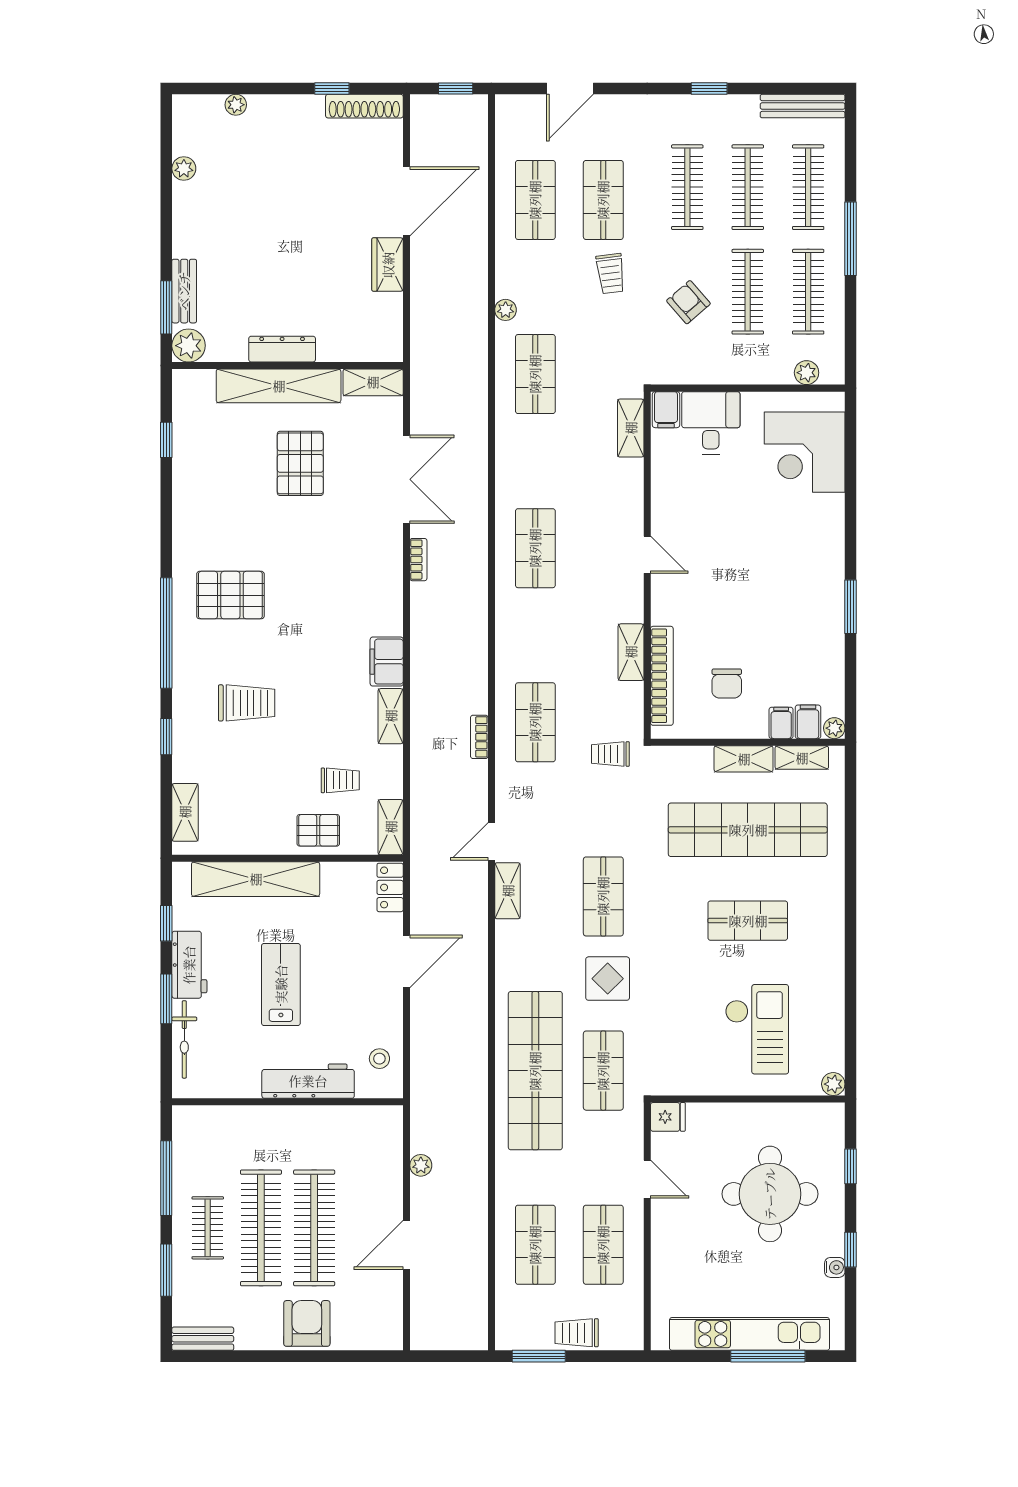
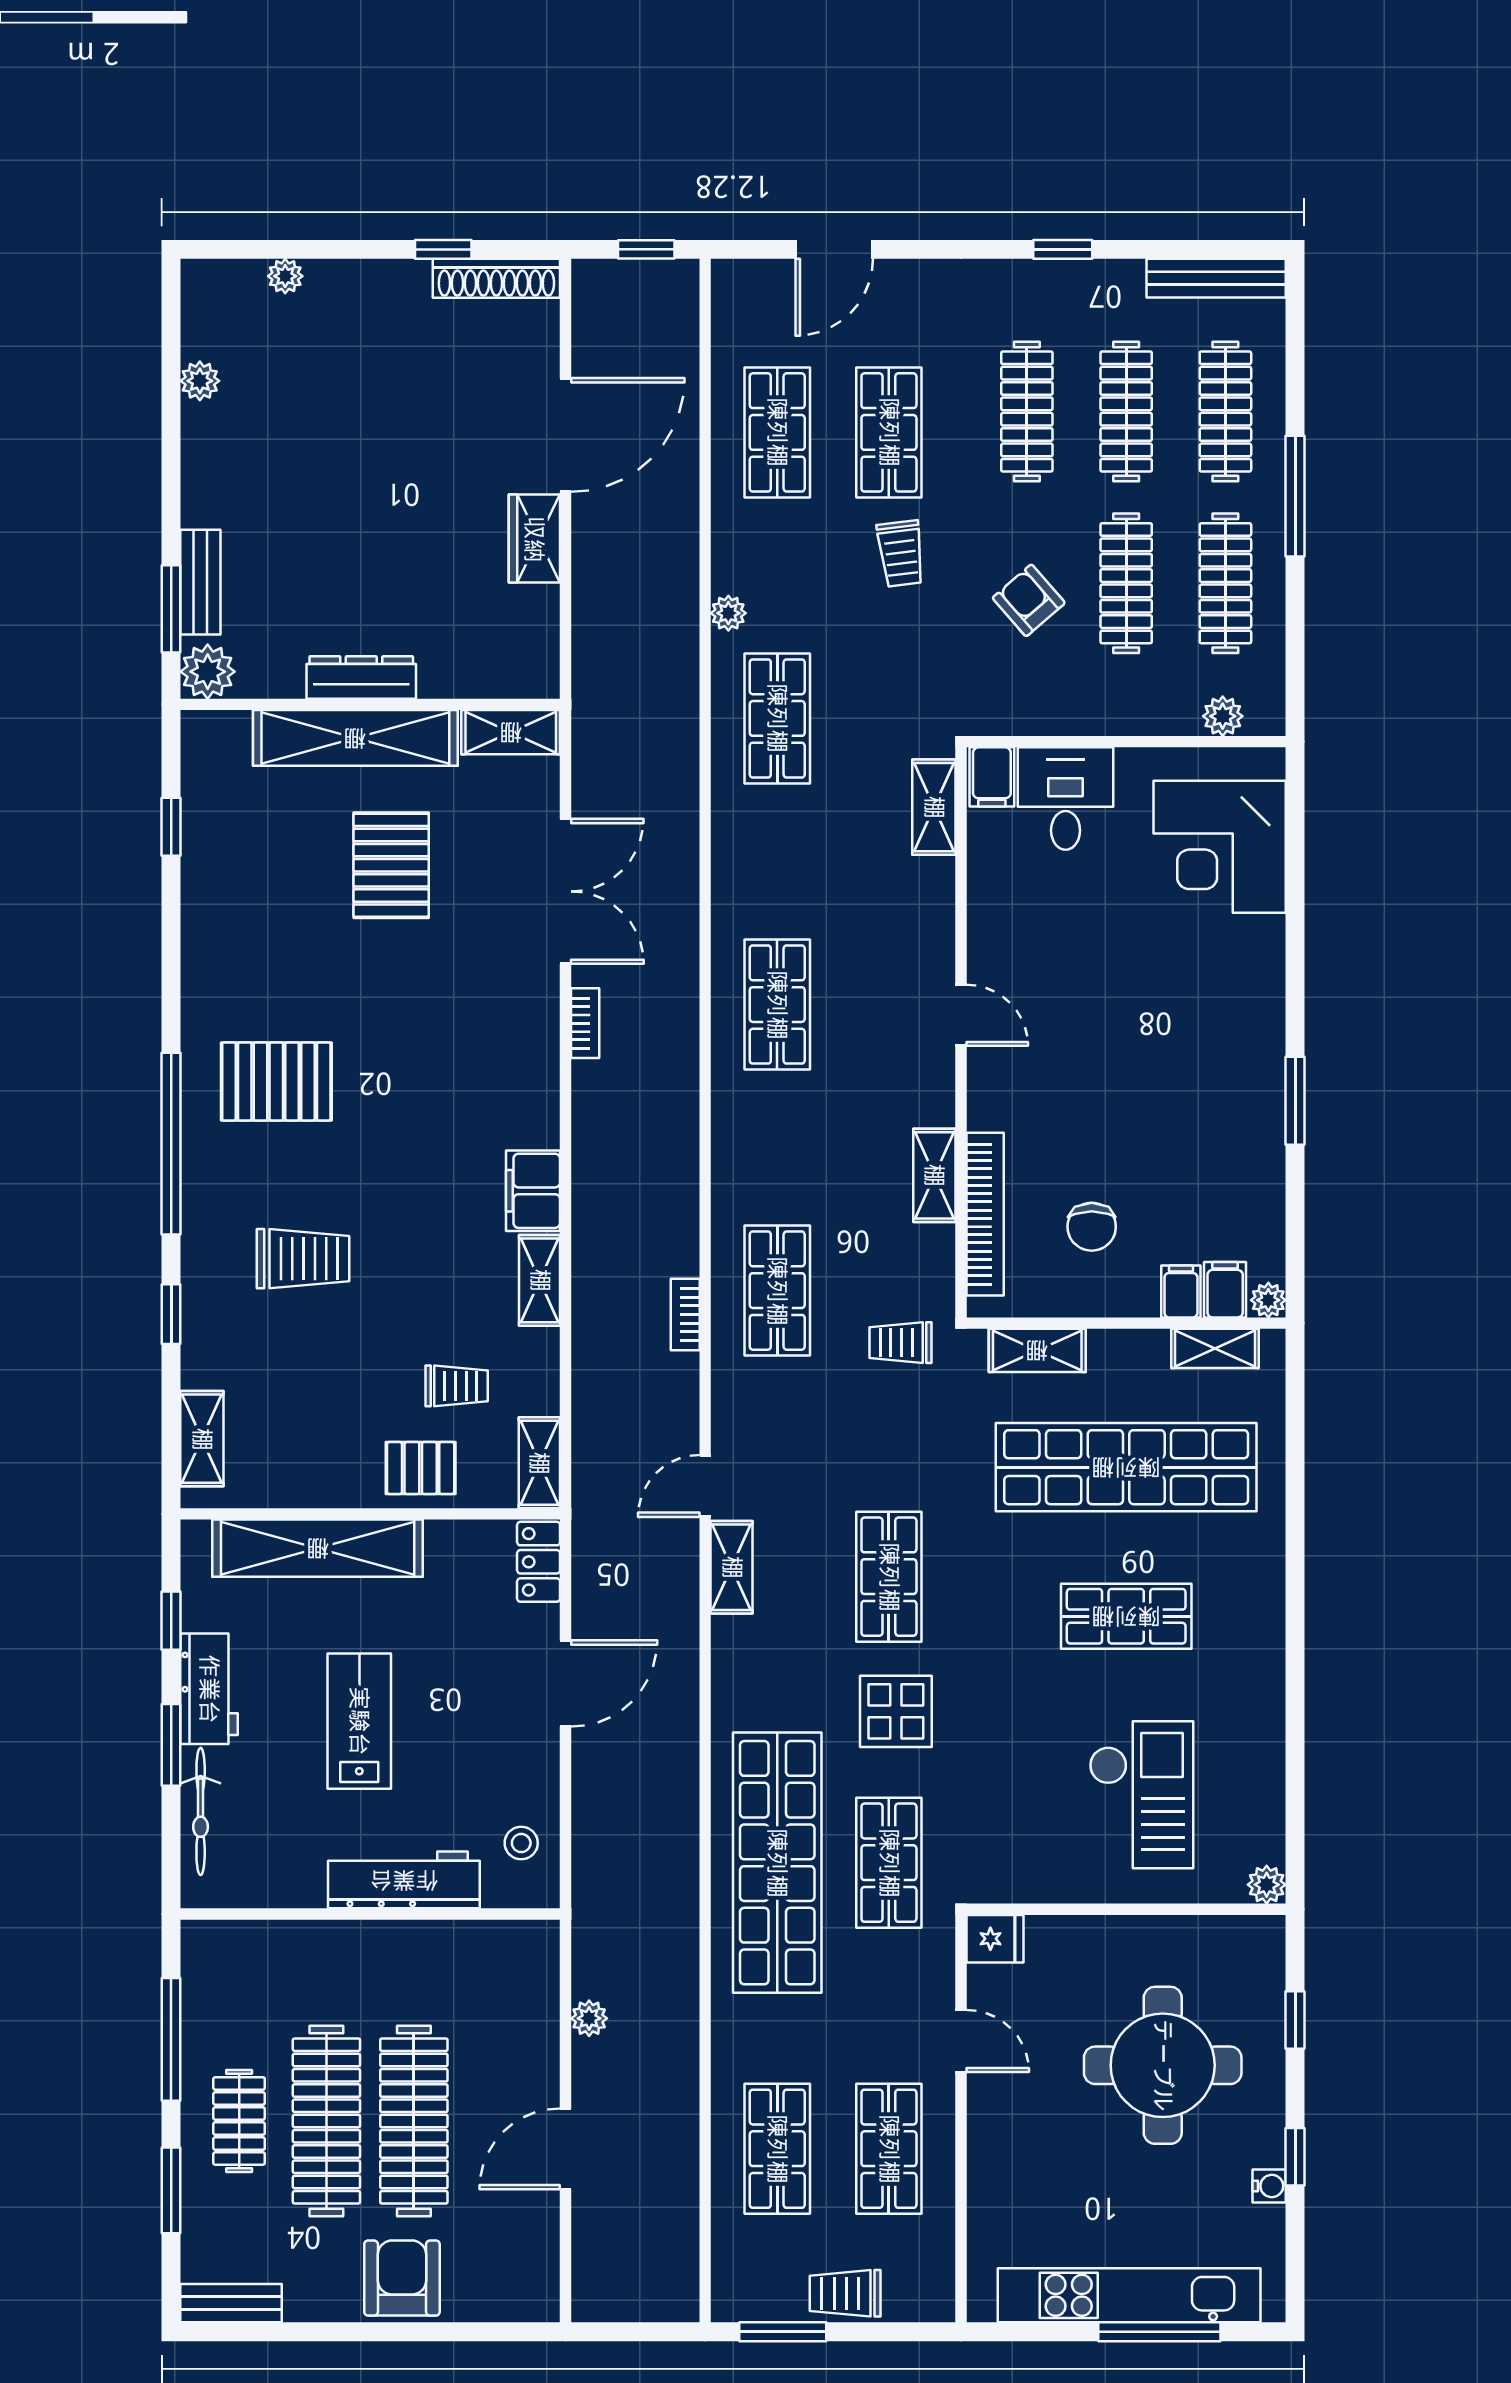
shelving: (744, 759) -> (1037, 1350), moved

